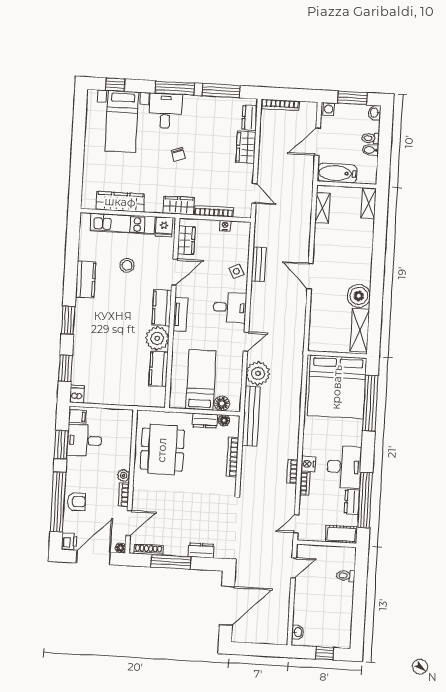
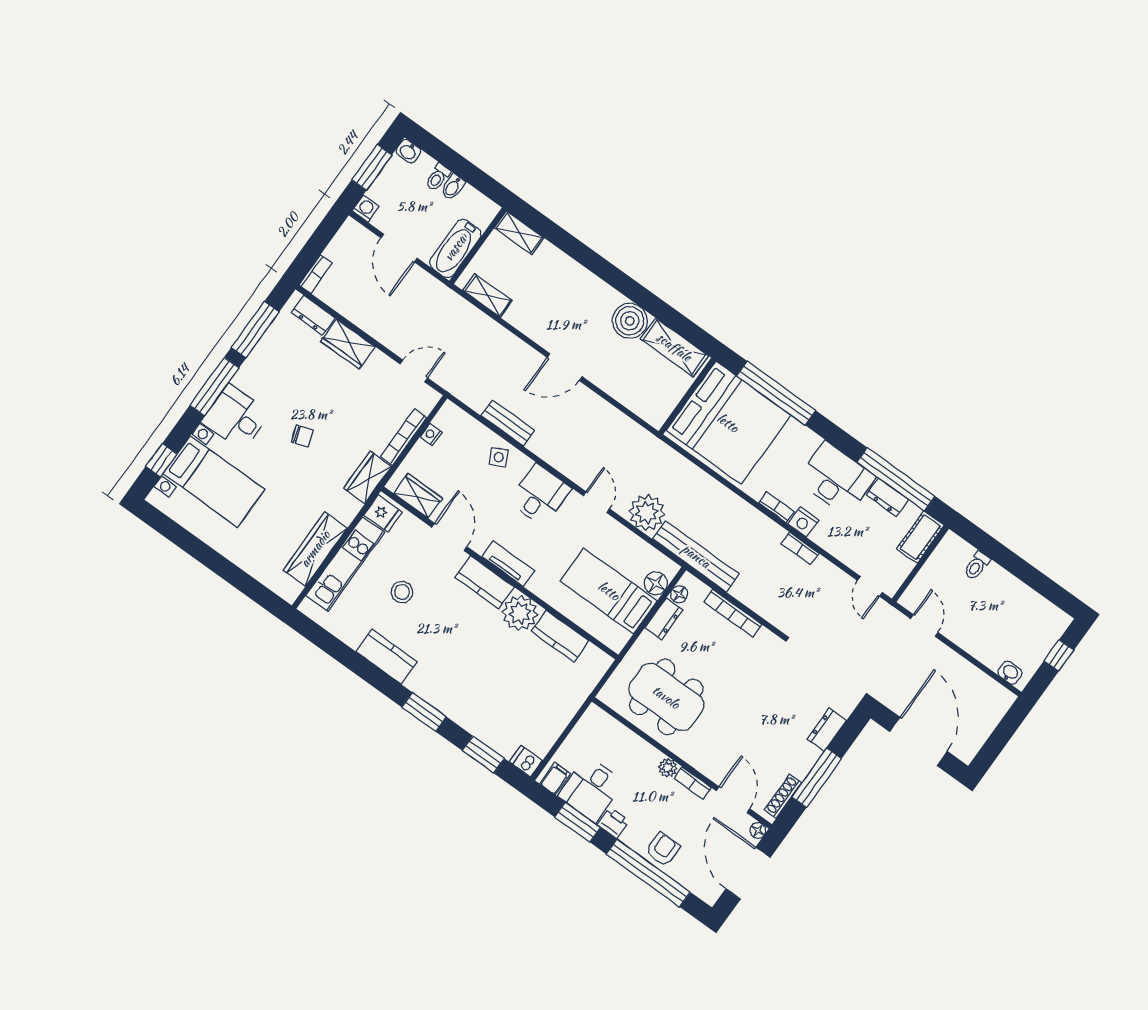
bookcase: (280, 105) -> (315, 274), width x0.64
bookcase: (305, 484) -> (776, 507), moved
printer: (69, 541) -> (613, 823), moved

